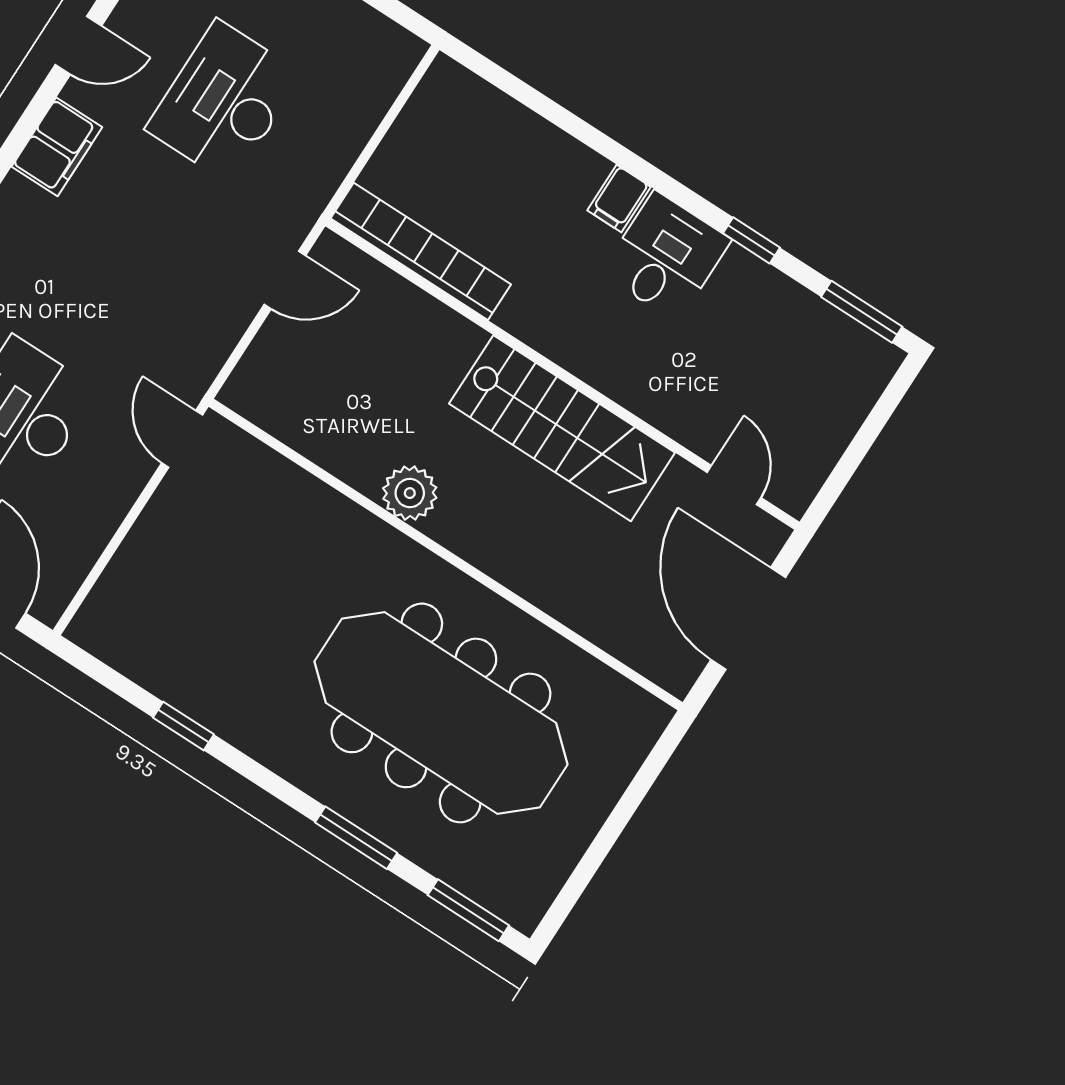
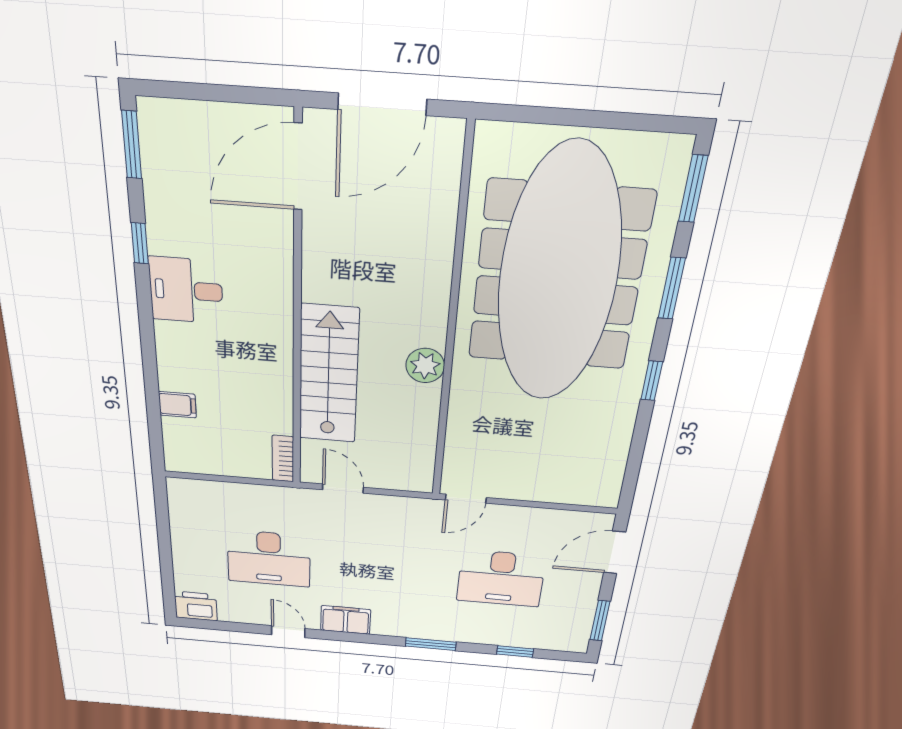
filing cabinet: (619, 199) -> (177, 405), moved
bookcase: (421, 251) -> (283, 459), width x0.43, depth x0.76
stairs: (562, 428) -> (329, 375), moved
door: (734, 485) -> (298, 167), width x1.88
meeting table: (441, 713) -> (558, 277), width x1.36, depth x1.27
window: (183, 726) -> (652, 381), moved

